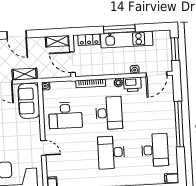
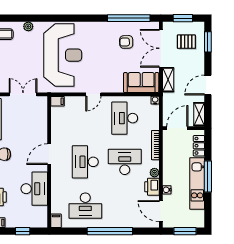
door: (17, 35) -> (208, 85), moved
desk: (109, 113) -> (125, 162), turned 180
desk: (111, 152) -> (85, 162), turned -90

